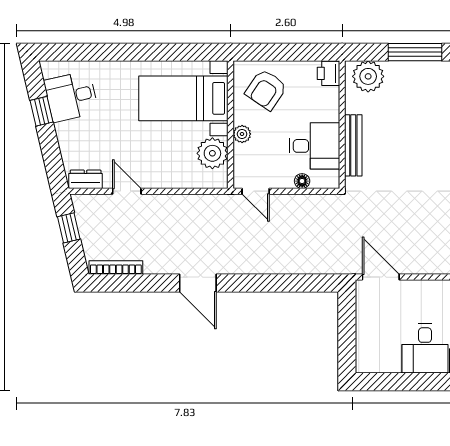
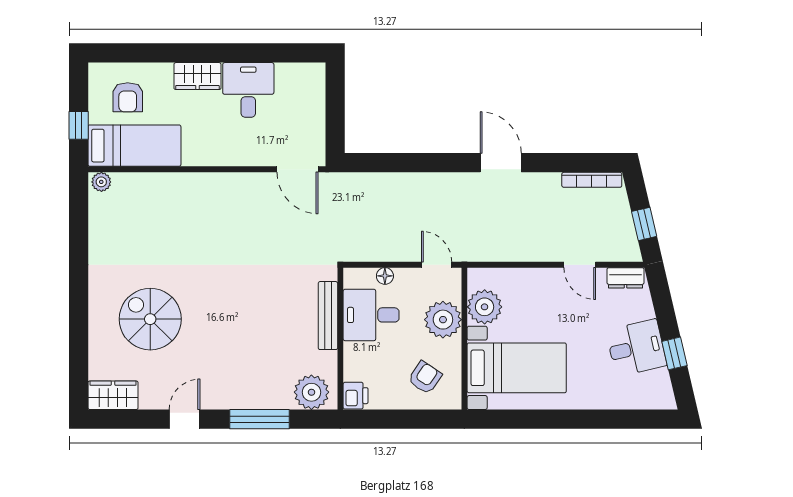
armchair: (266, 90) -> (425, 378), width x0.72, depth x0.72
desk: (71, 96) -> (636, 348), moved
plant: (242, 134) -> (443, 320), width x1.87, depth x1.87

